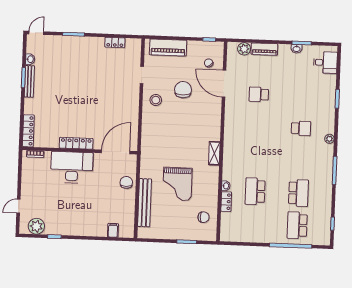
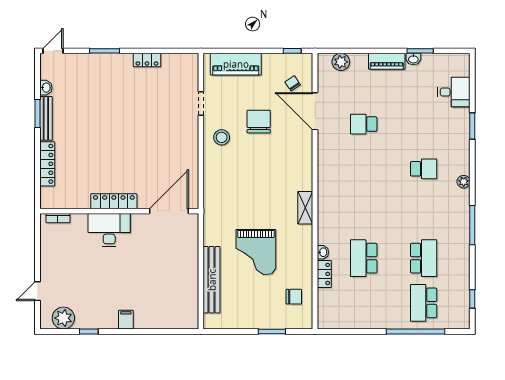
locker: (115, 42) -> (147, 60), moved
piano: (264, 49) -> (387, 61), moved
desk: (325, 62) -> (454, 92), moved
locker: (28, 131) -> (47, 164), moved
desk: (72, 167) -> (109, 230), width x0.73, depth x0.77
chair: (126, 182) -> (185, 253), removed
filing cabinet: (113, 230) -> (126, 320), moved

